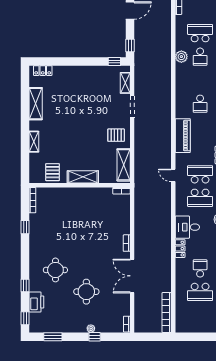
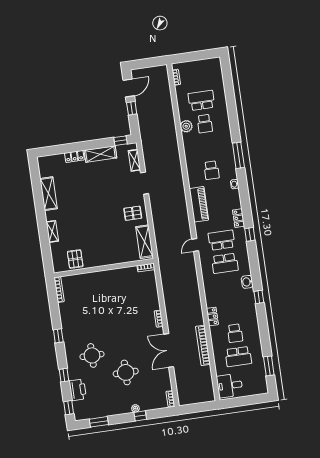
window: (130, 46) -> (132, 108), moved
locker: (43, 71) -> (74, 156), moved
door: (173, 175) -> (195, 245), hinge flipped
shelving: (83, 177) -> (100, 154), moved
window: (25, 227) -> (58, 336), moved
desk: (187, 227) -> (230, 386), moved
school desk: (200, 268) -> (235, 333), turned 180
bookcase: (167, 313) -> (203, 345), moved

